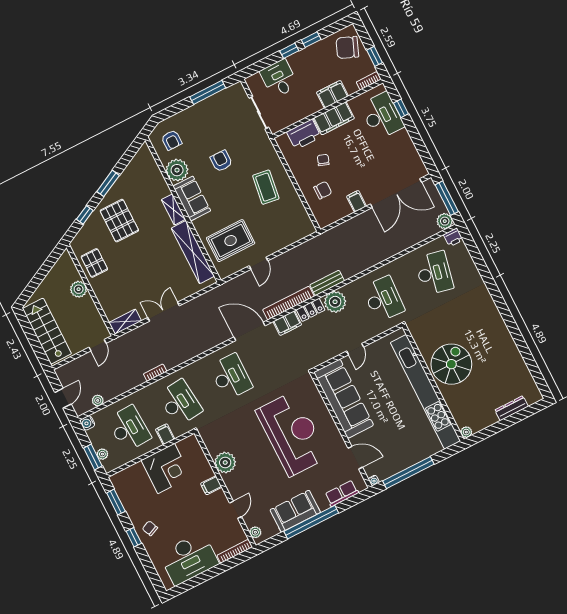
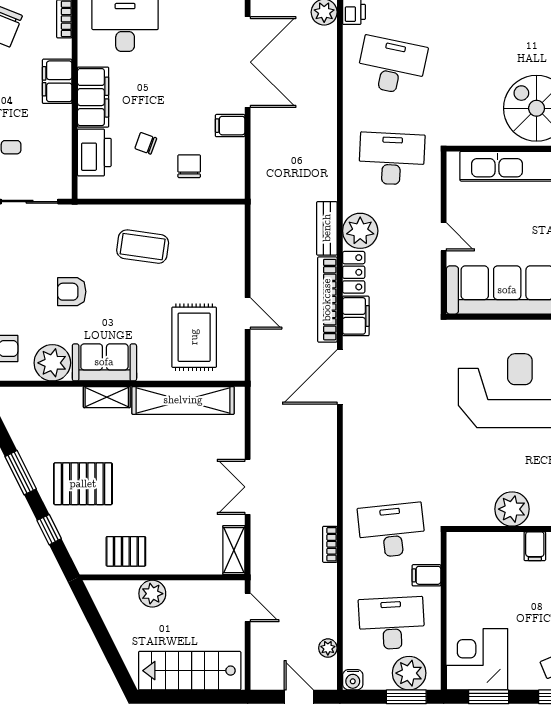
desk: (231, 377) -> (392, 437), removed
plant: (102, 454) -> (409, 673), width x1.87, depth x1.87
corner desk: (166, 468) -> (477, 659), moved, turned -90

